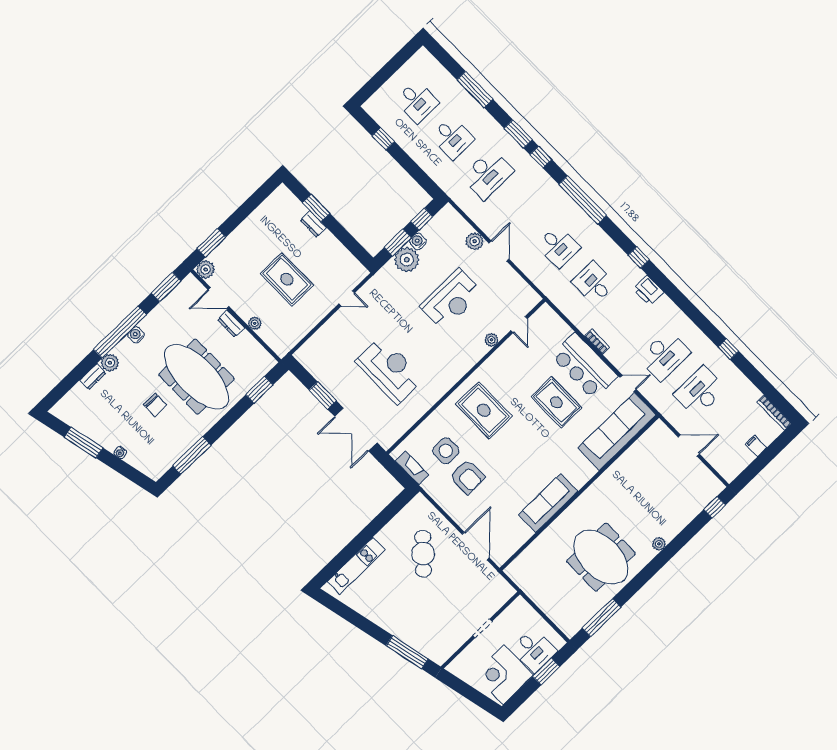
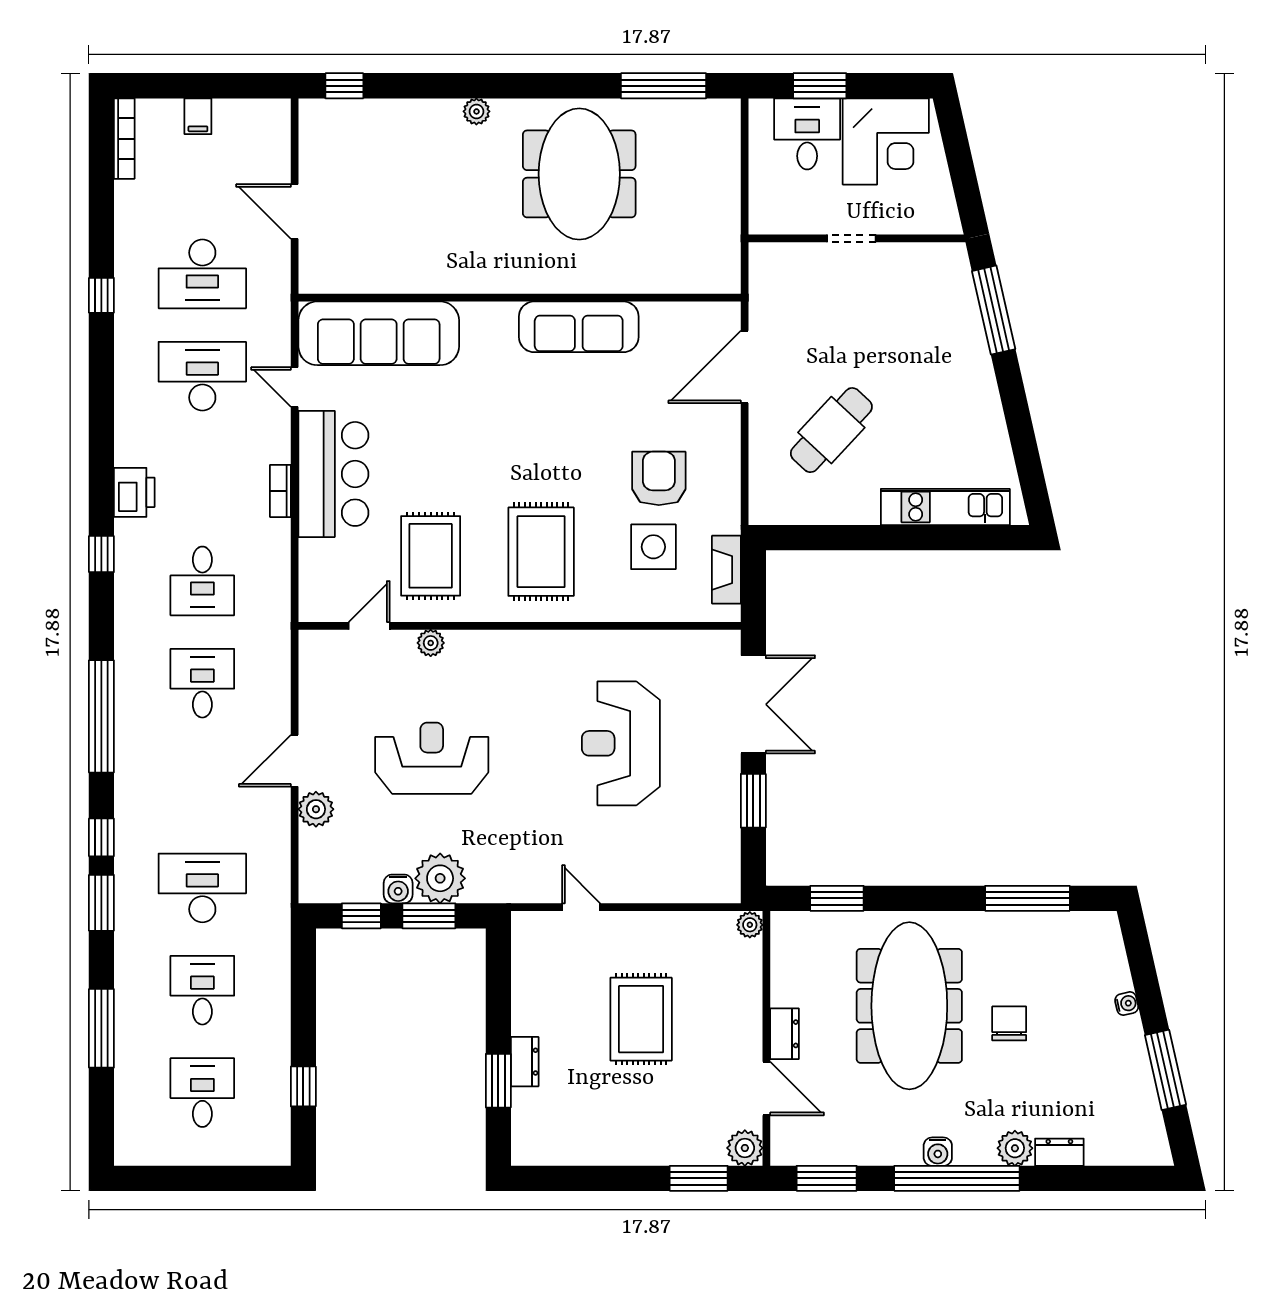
plant: (255, 323) -> (750, 925), moved
rug: (556, 402) -> (431, 556), moved

